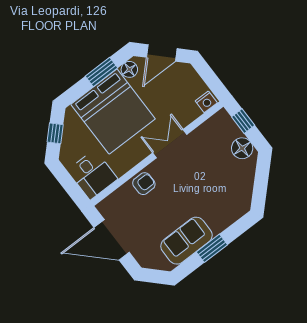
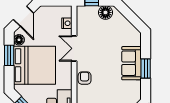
nightstand: (206, 102) -> (67, 23), moved
sofa: (186, 241) -> (131, 63), moved

